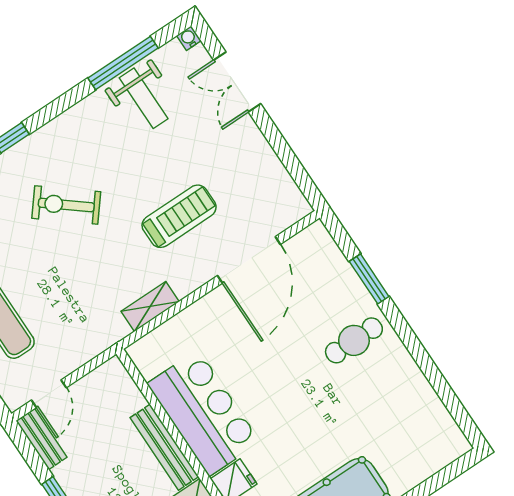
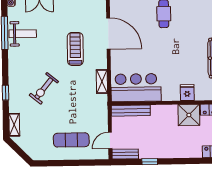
door: (49, 394) -> (110, 140), swing flipped
bar counter: (204, 413) -> (136, 88), moved
bench: (164, 447) -> (131, 111), moved

